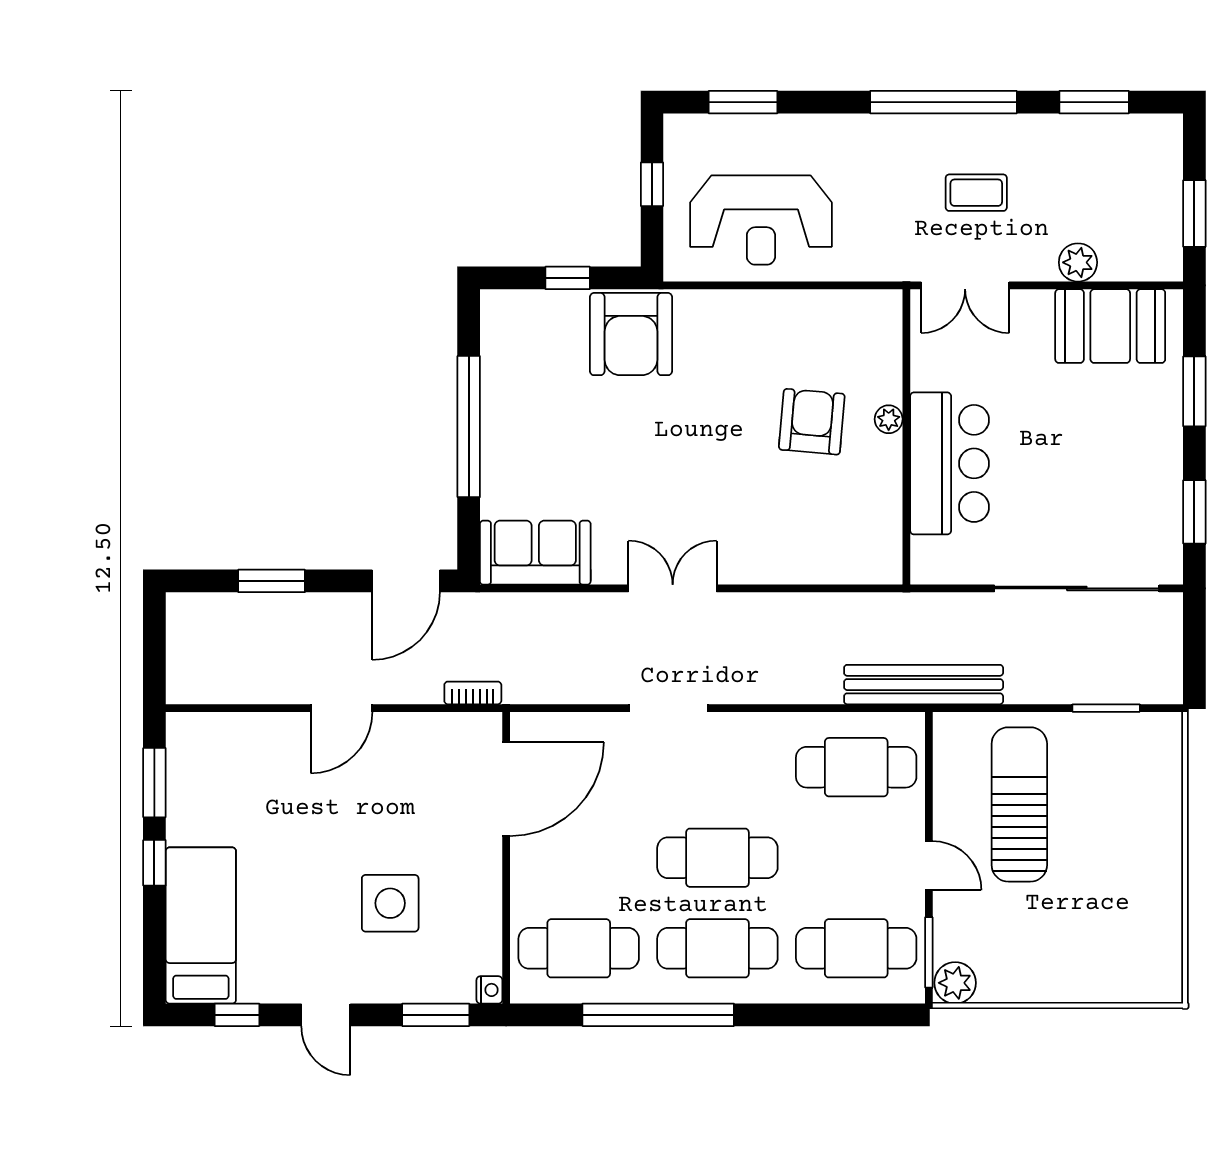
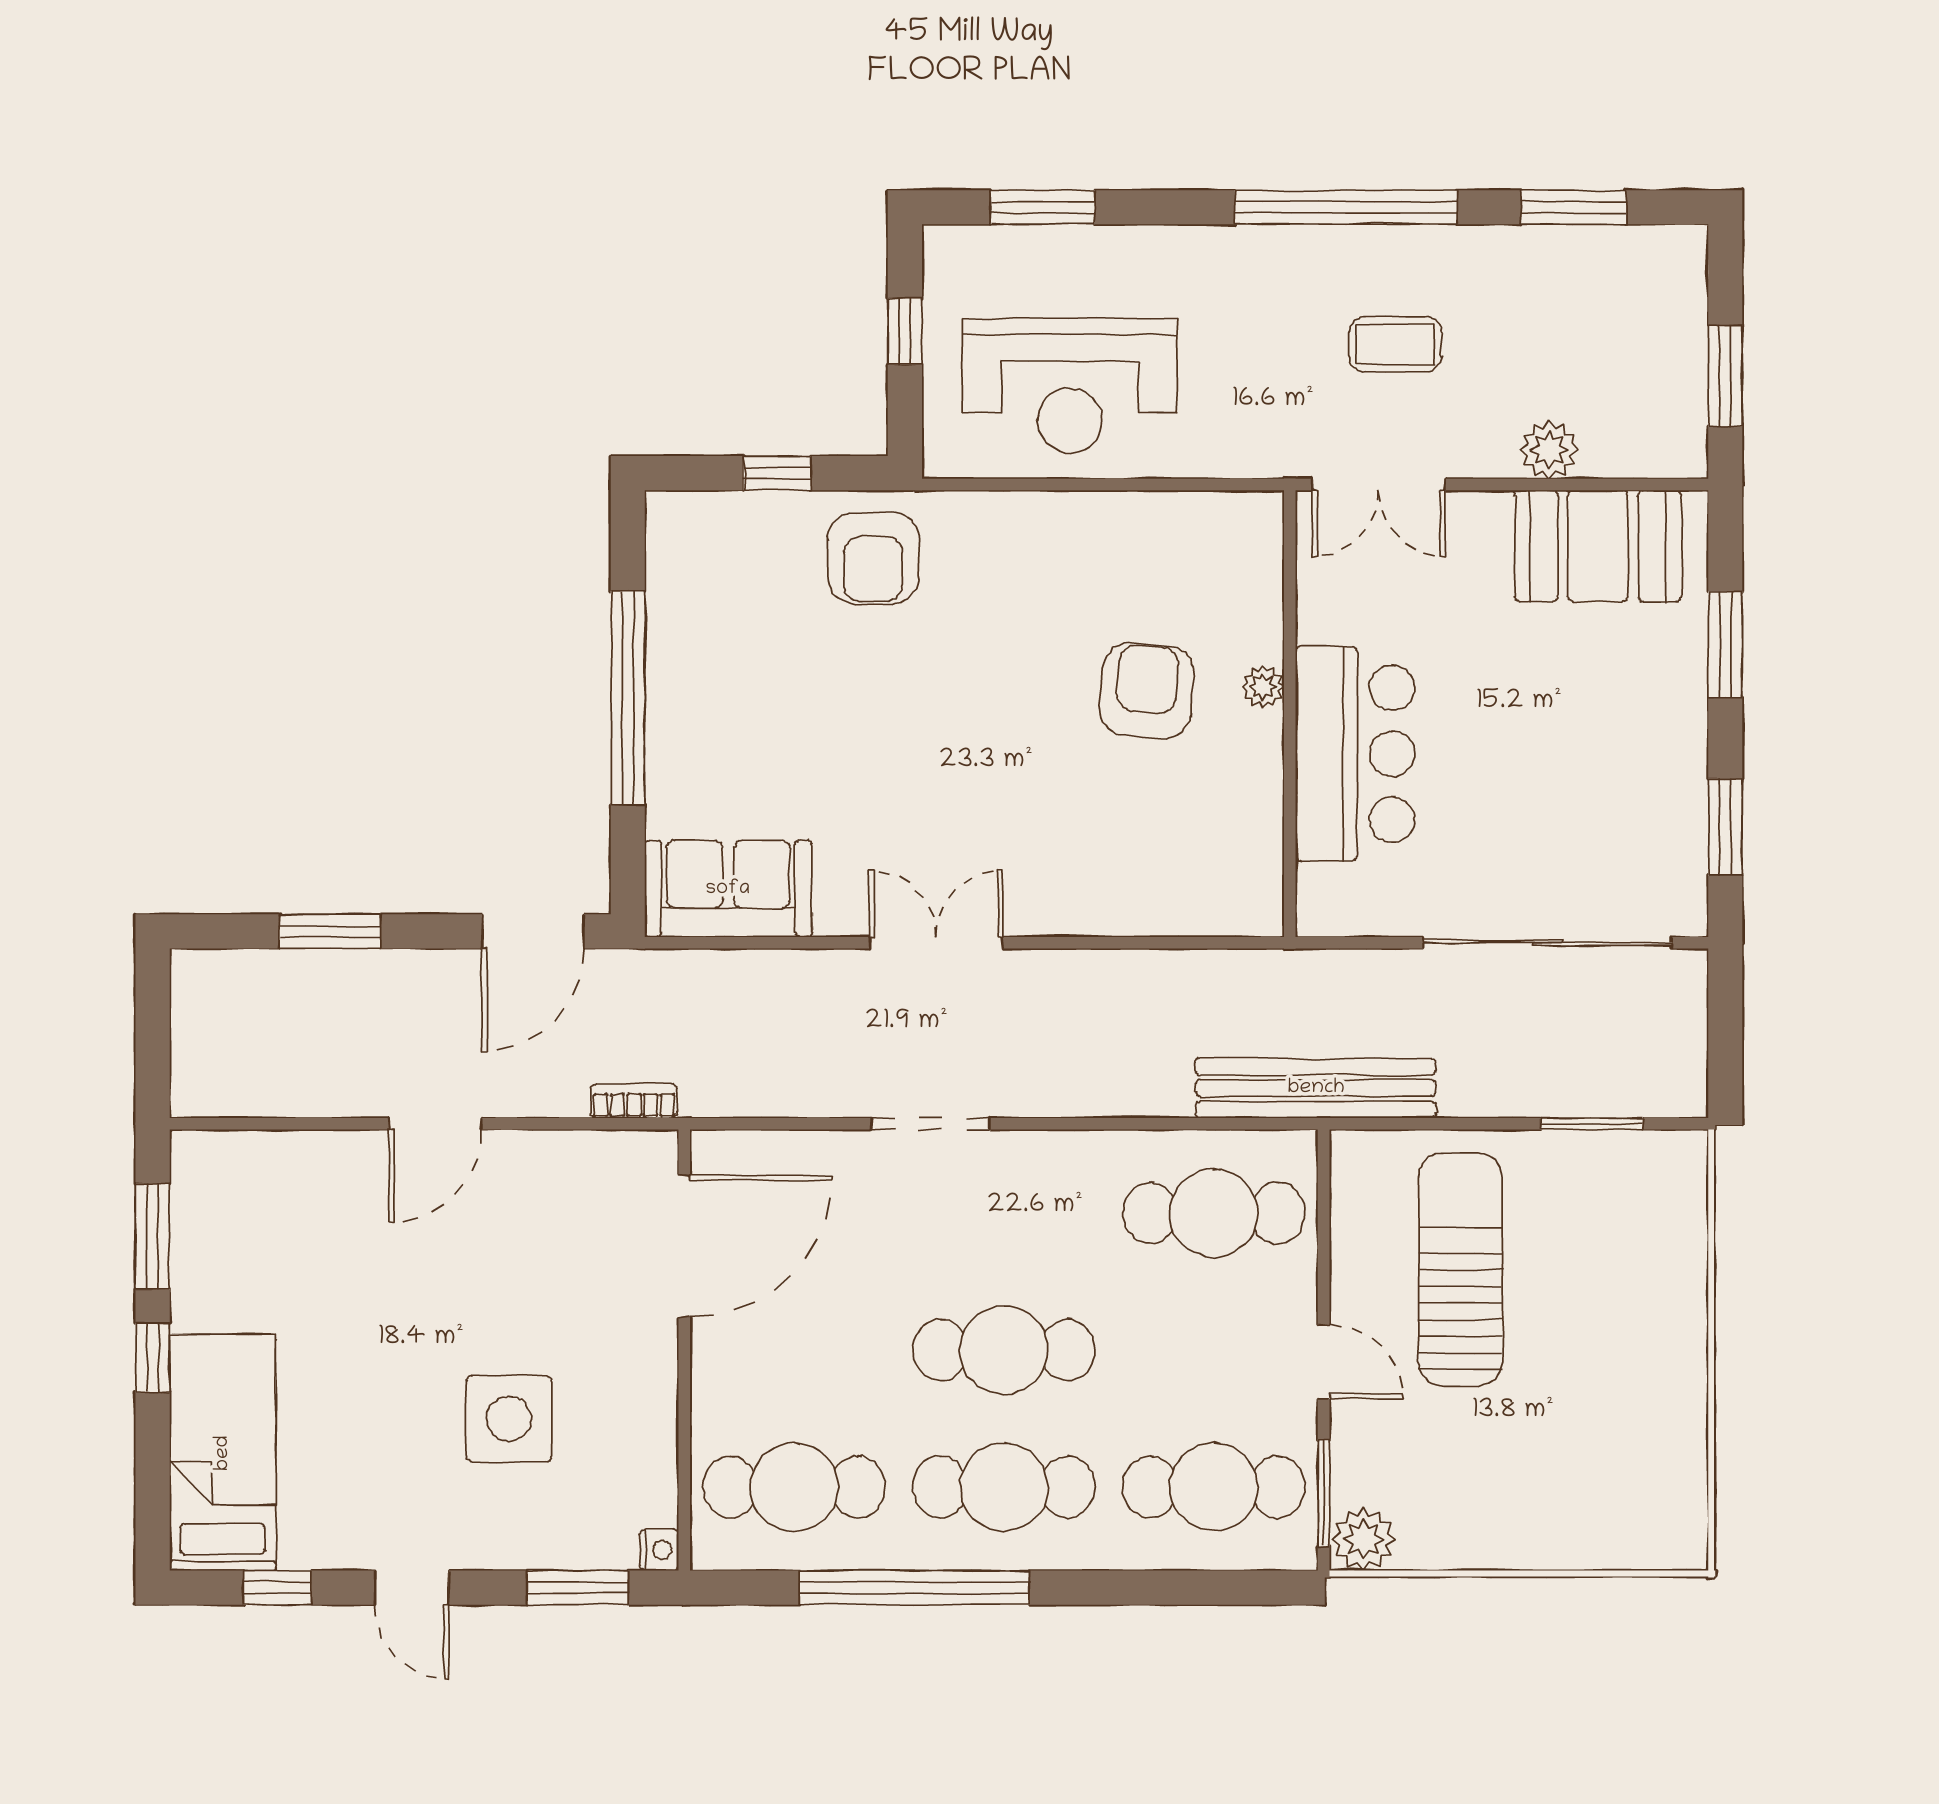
armchair: (631, 334) -> (873, 558), width x0.73, depth x0.73

